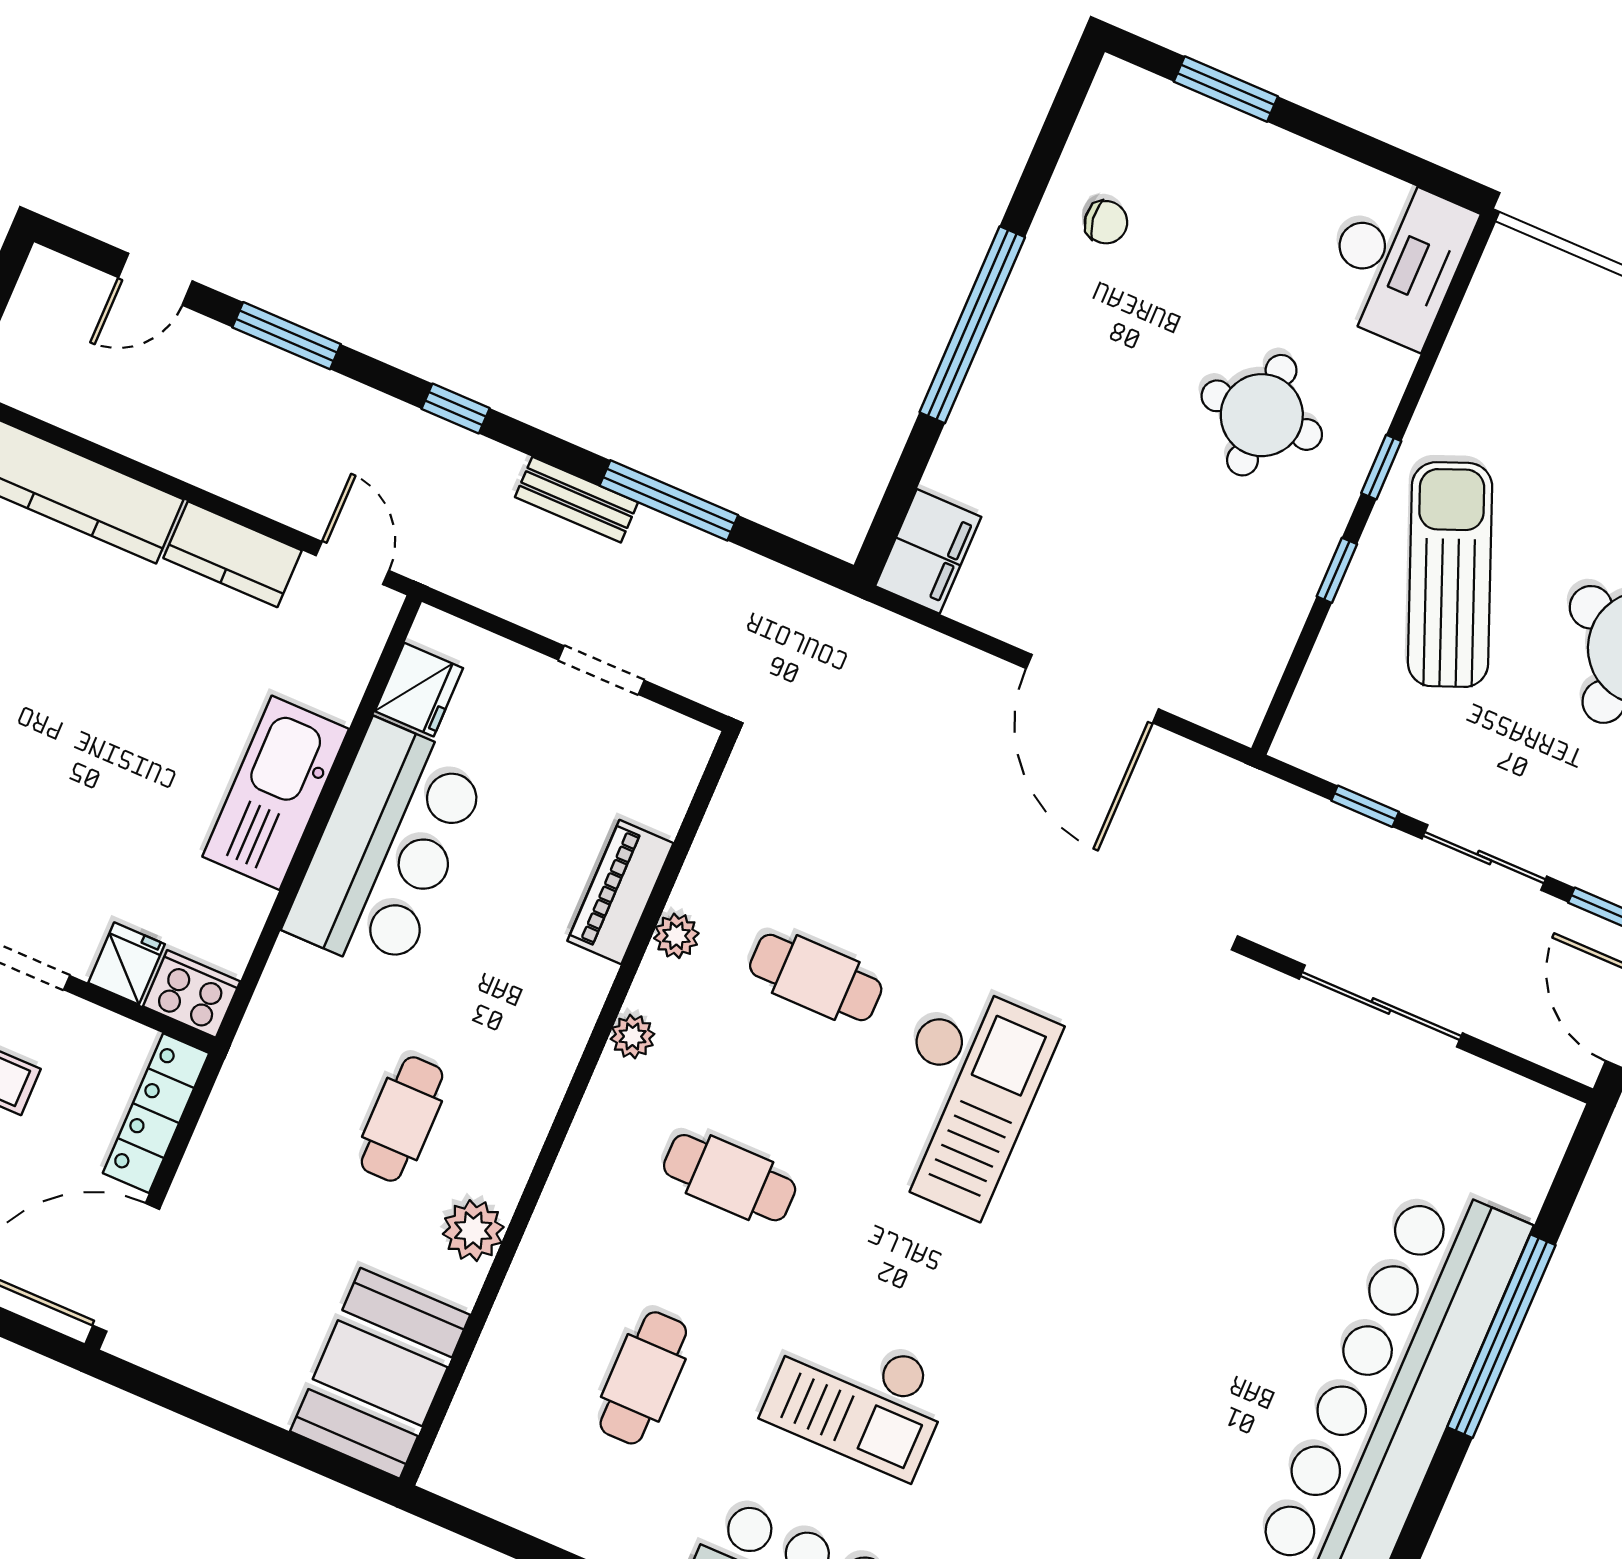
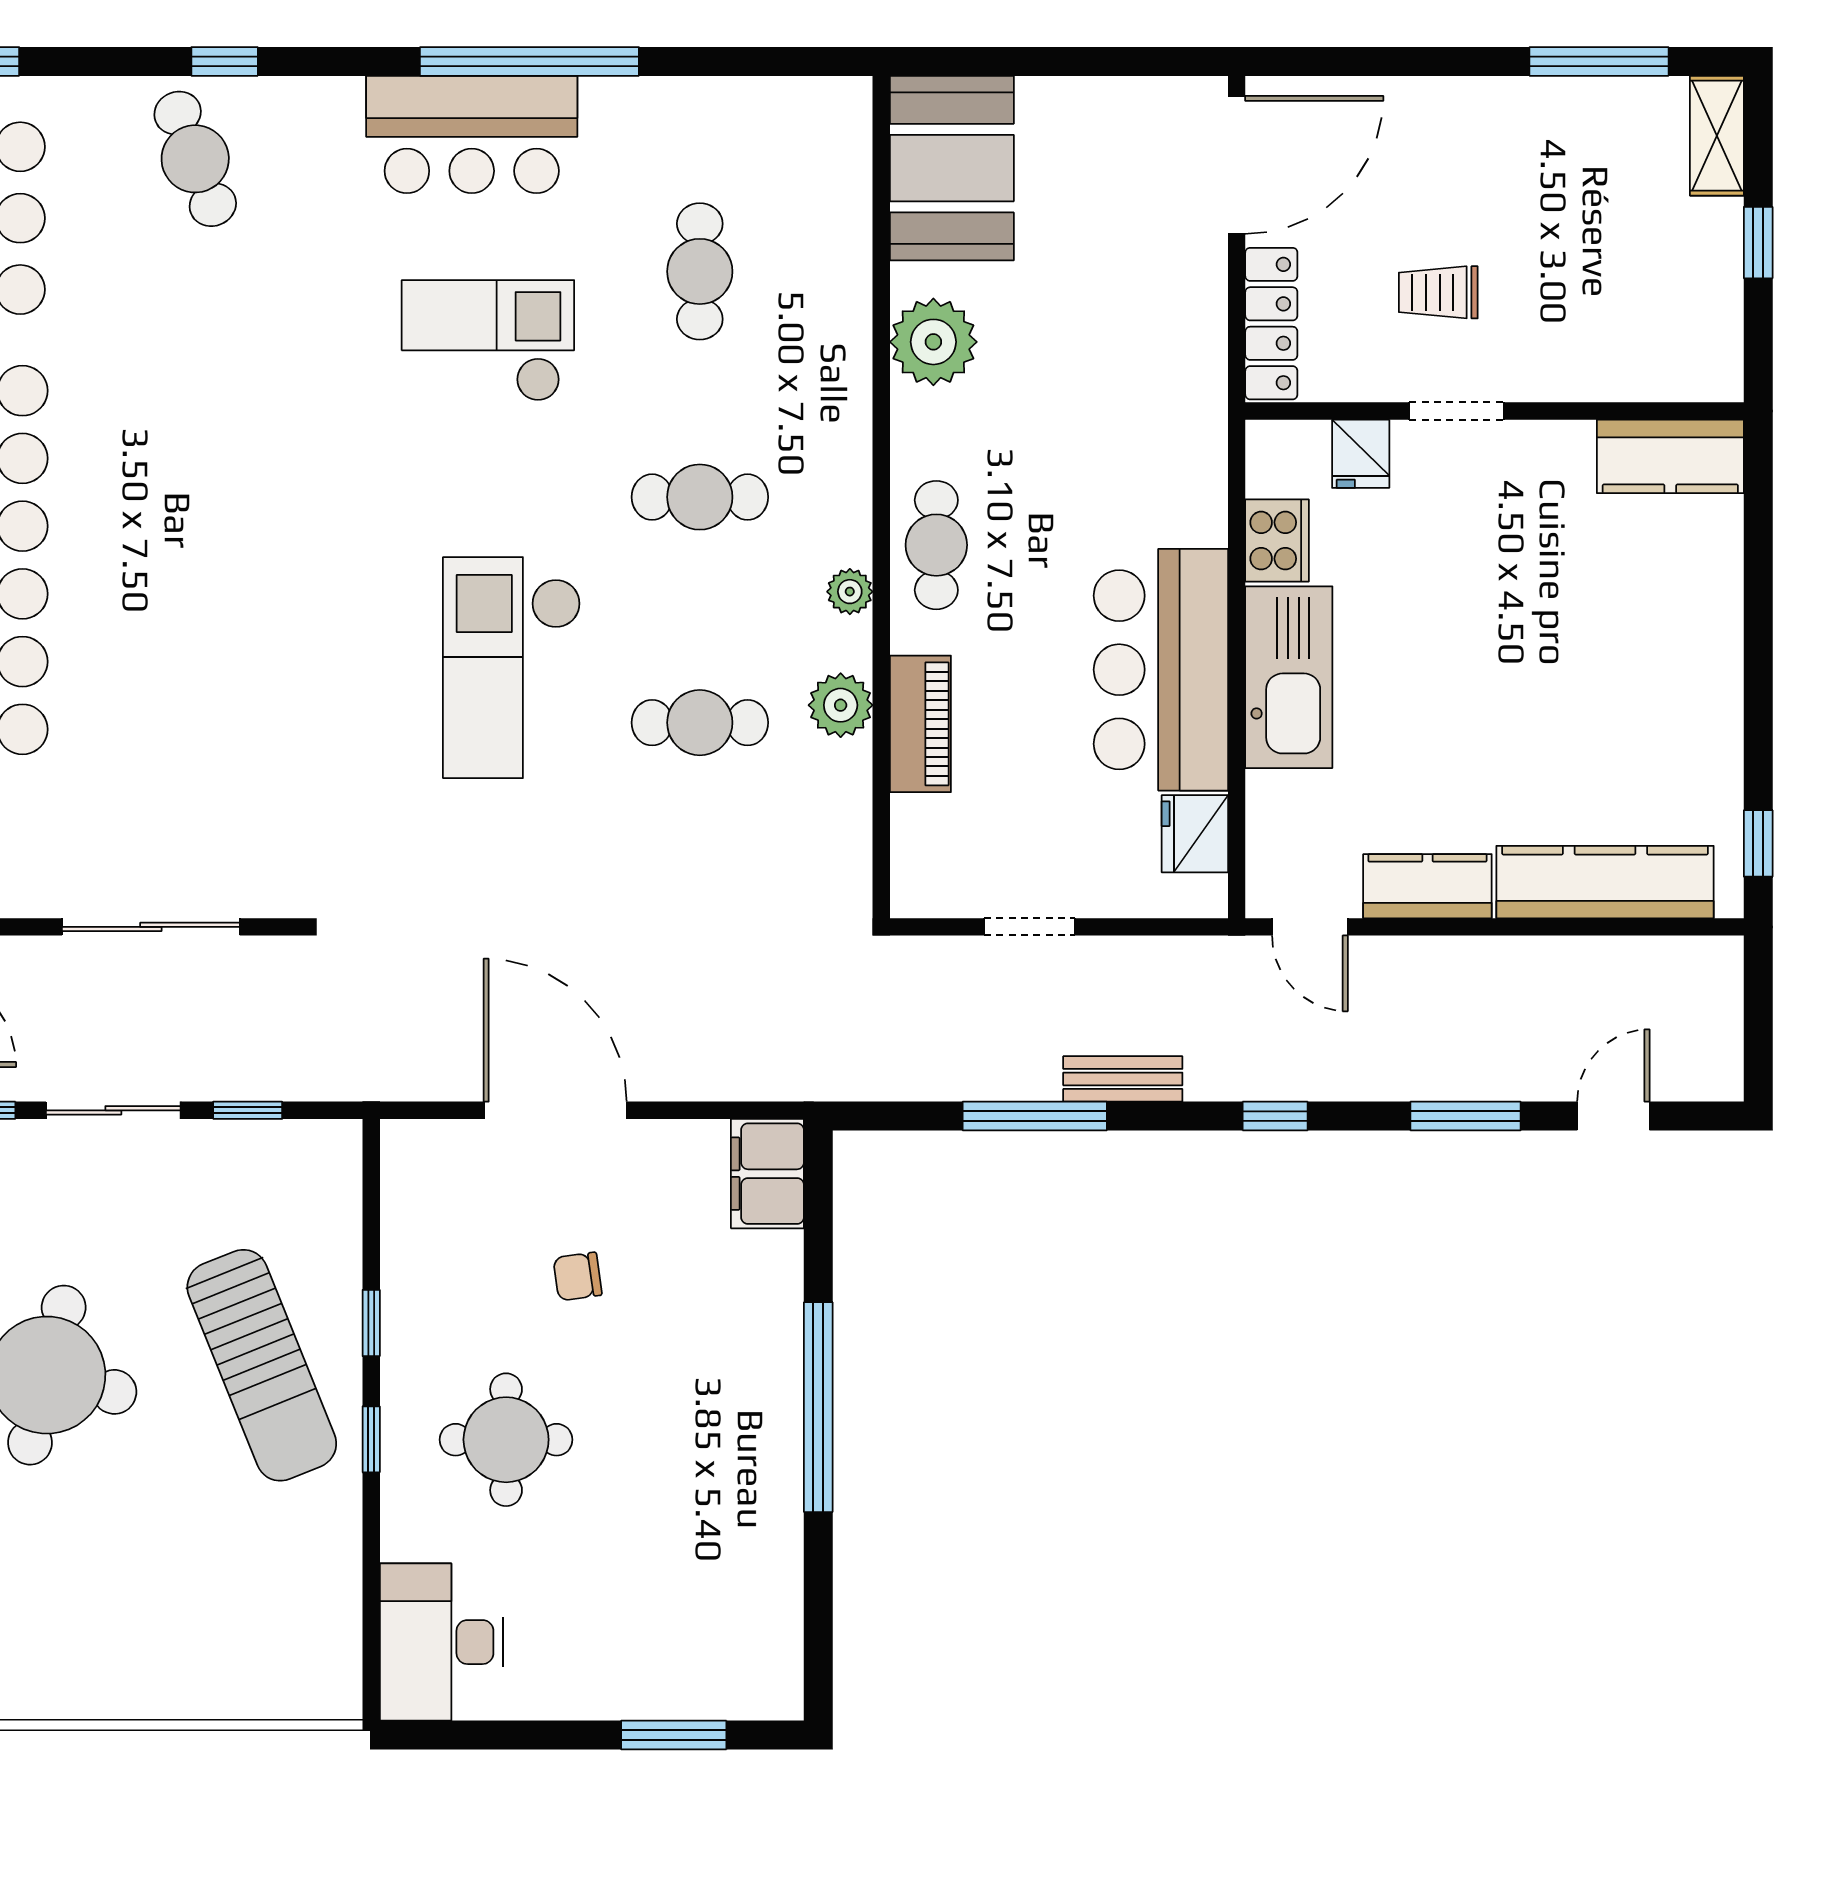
chair: (1106, 222) -> (578, 1276), moved
plant: (676, 936) -> (841, 705), width x1.38, depth x1.38
cooker: (192, 994) -> (1277, 541), moved, turned -90
cafe table: (402, 1119) -> (936, 545), moved
plant: (473, 1231) -> (933, 342), width x1.36, depth x1.36

